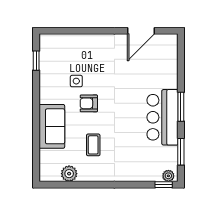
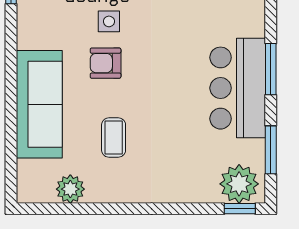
side table: (76, 81) -> (109, 21), moved
sofa: (52, 126) -> (39, 104), width x1.36
plant: (168, 176) -> (239, 184), width x1.88, depth x1.88

